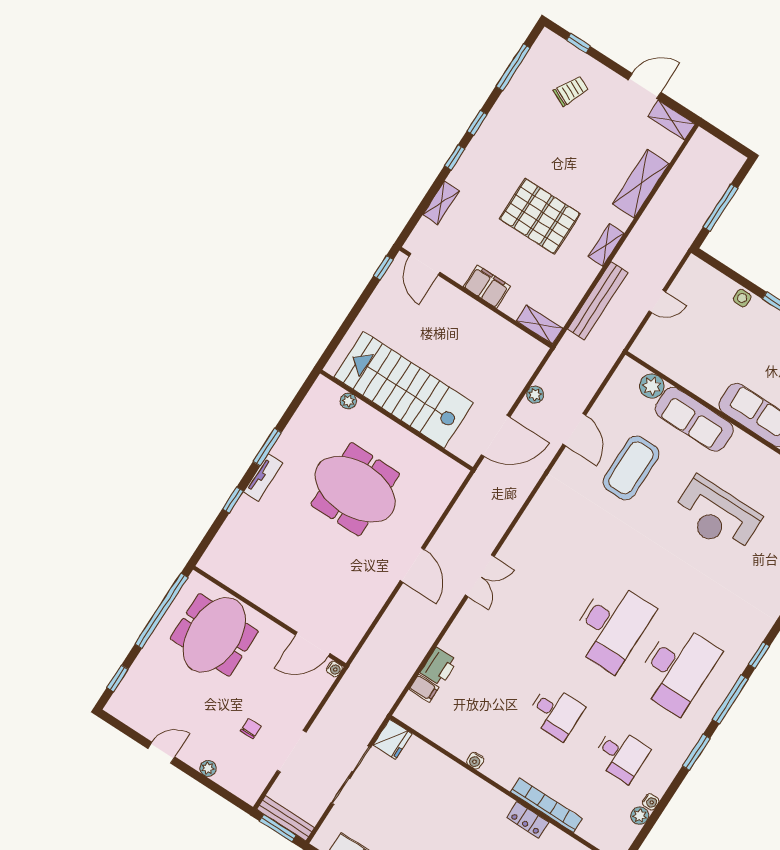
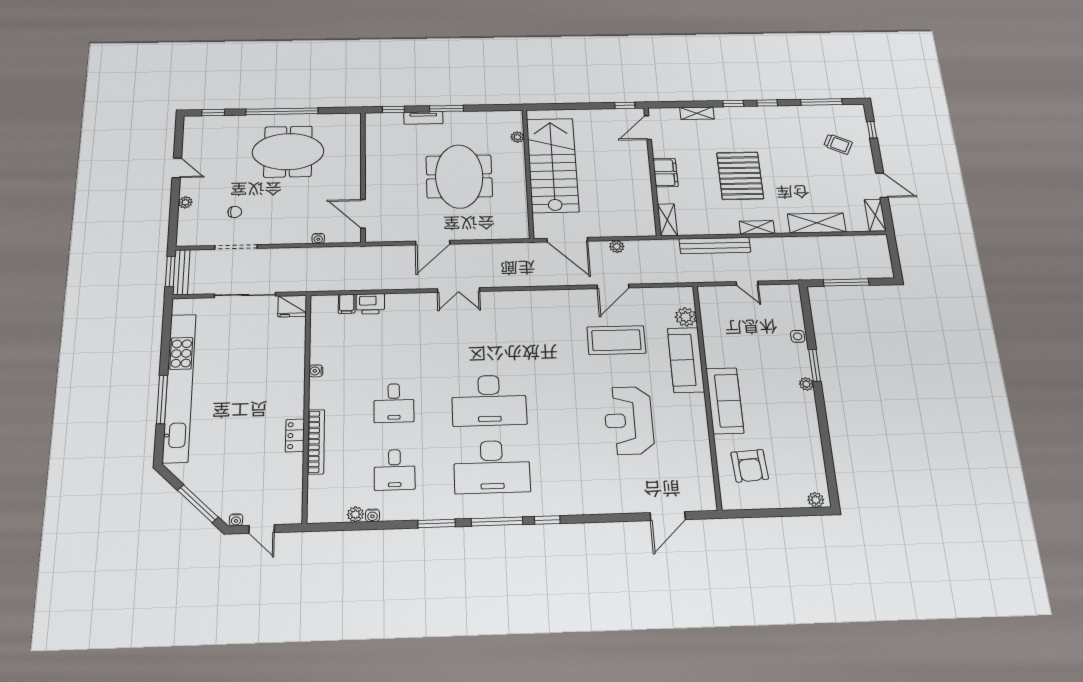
wall: (270, 616) -> (363, 176), moved
door: (313, 644) -> (363, 214), moved

